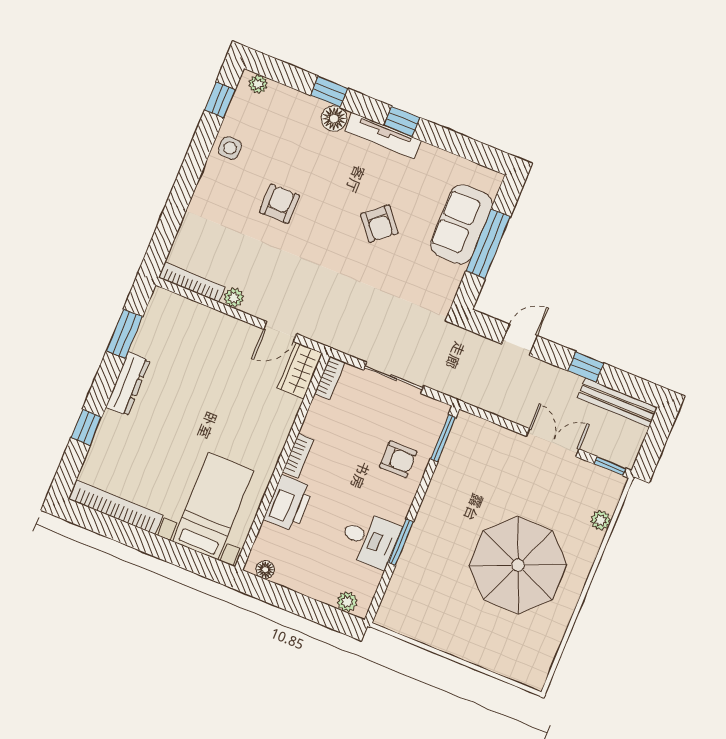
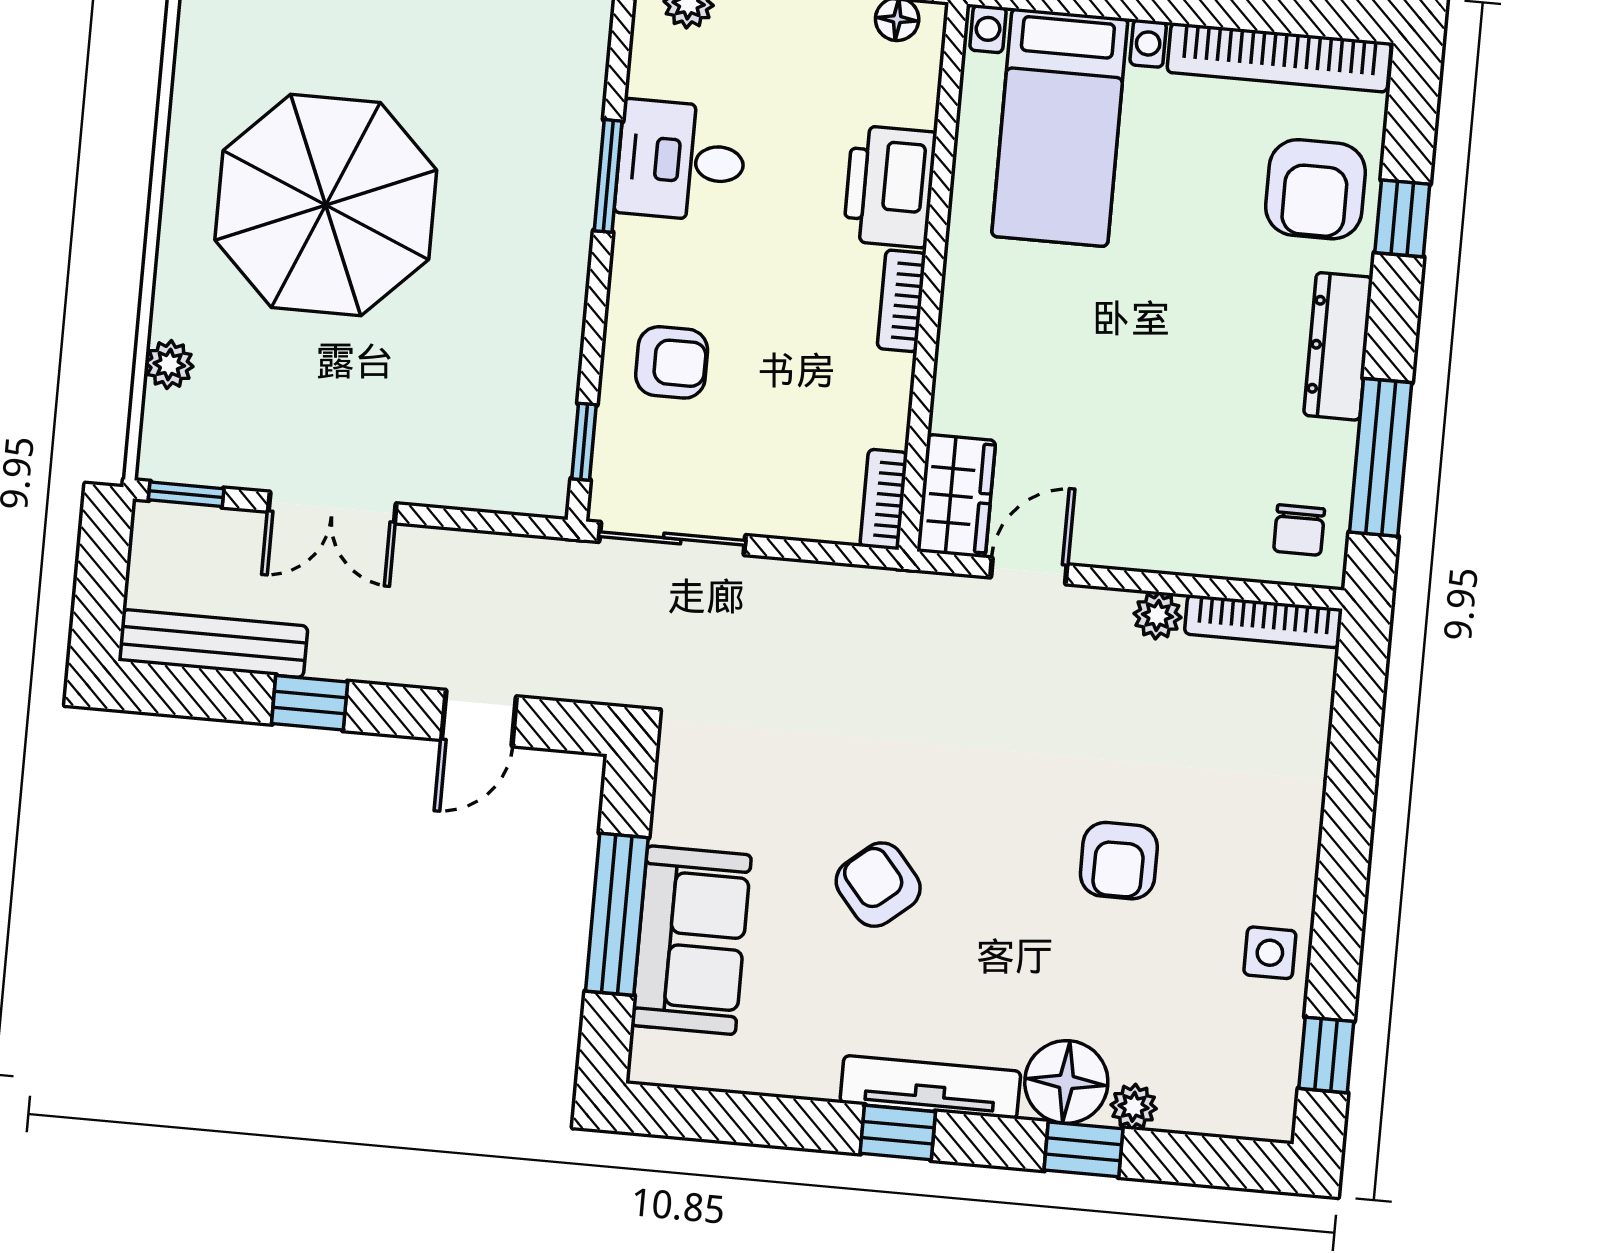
plant: (258, 84) -> (1134, 1107), moved
floor lamp: (334, 119) -> (1066, 1082), width x1.38, depth x1.38
chair: (166, 315) -> (1299, 530), added
window: (124, 334) -> (1381, 457), width x1.44
sliding door: (394, 378) -> (672, 538), moved
window: (443, 438) -> (584, 442), width x0.67
armchair: (118, 450) -> (1315, 189), added
armchair: (398, 459) -> (672, 362), turned 180

